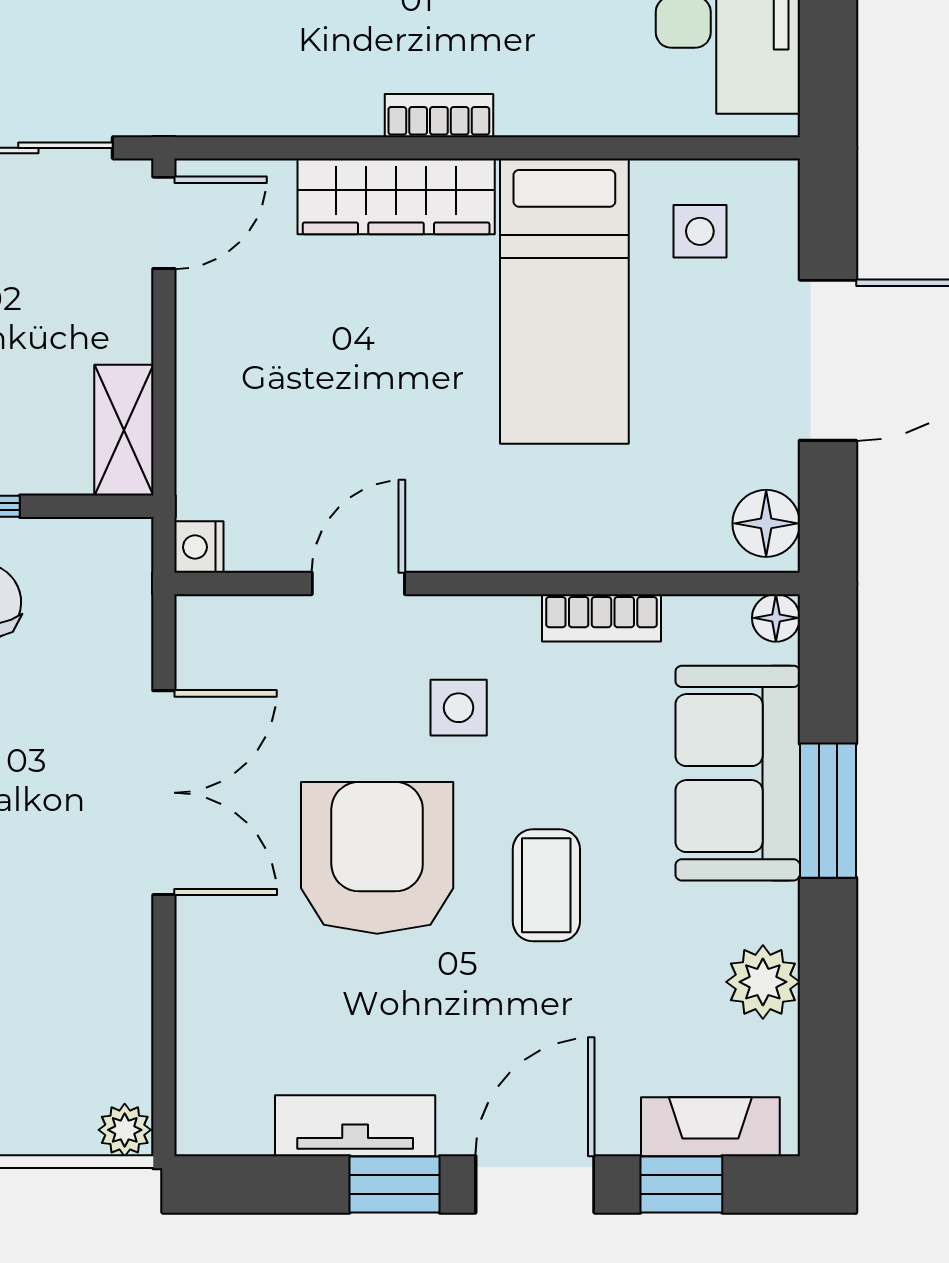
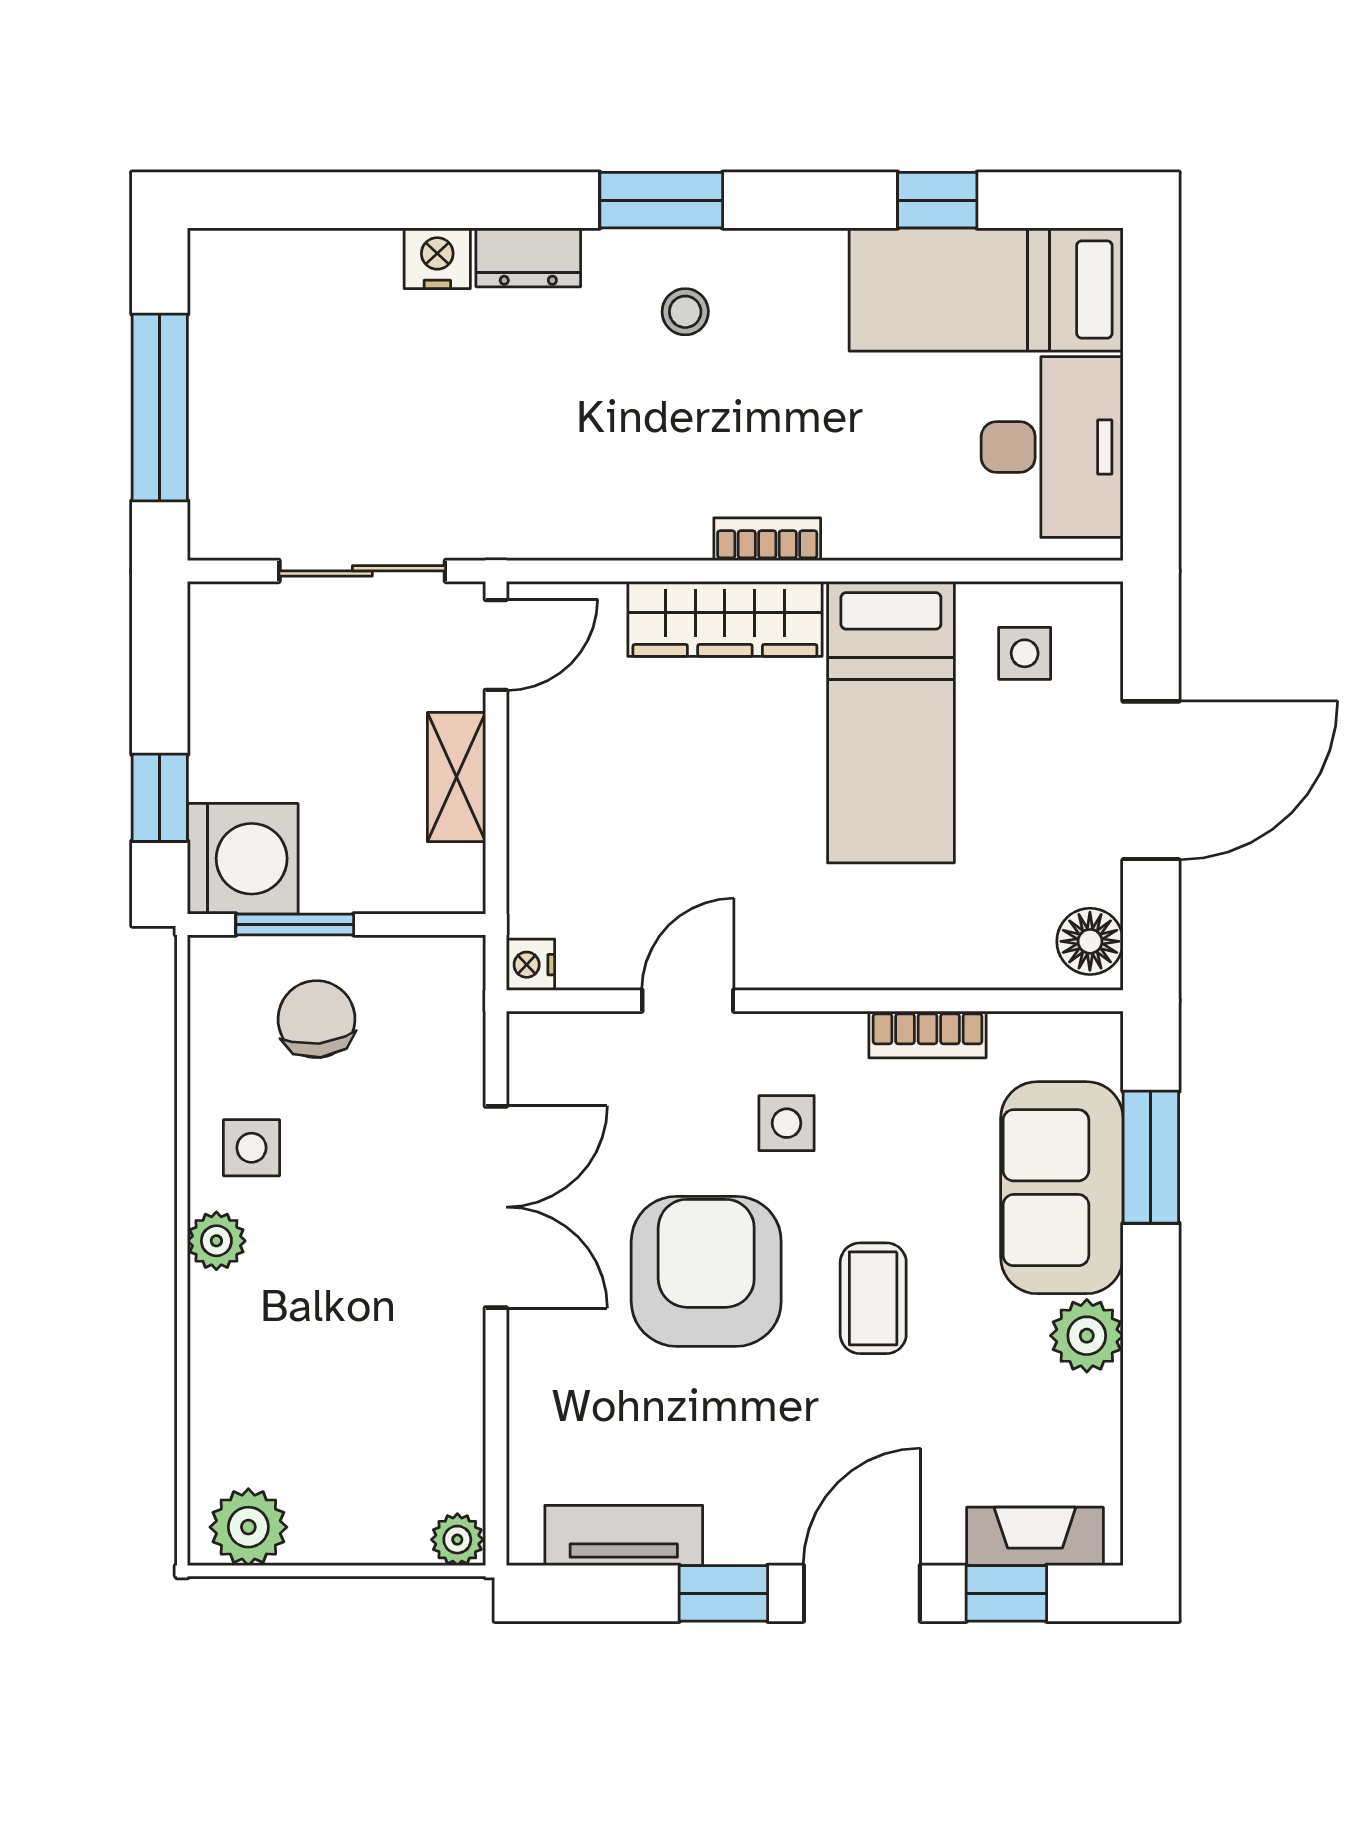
shelving: (124, 430) -> (456, 777), moved
floor lamp: (776, 618) -> (1100, 1035), removed
window: (828, 811) -> (1151, 1157), moved
plant: (763, 982) -> (1087, 1336), moved
tv unit: (355, 1126) -> (624, 1535), moved

